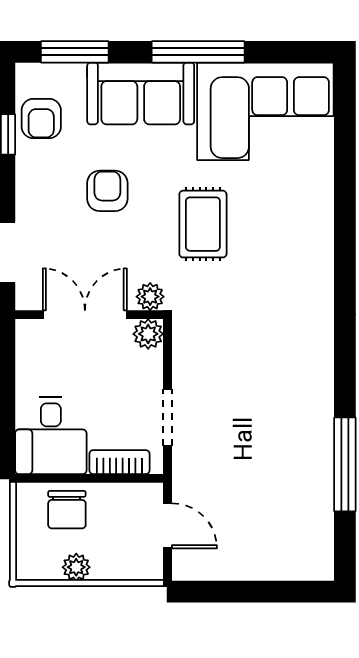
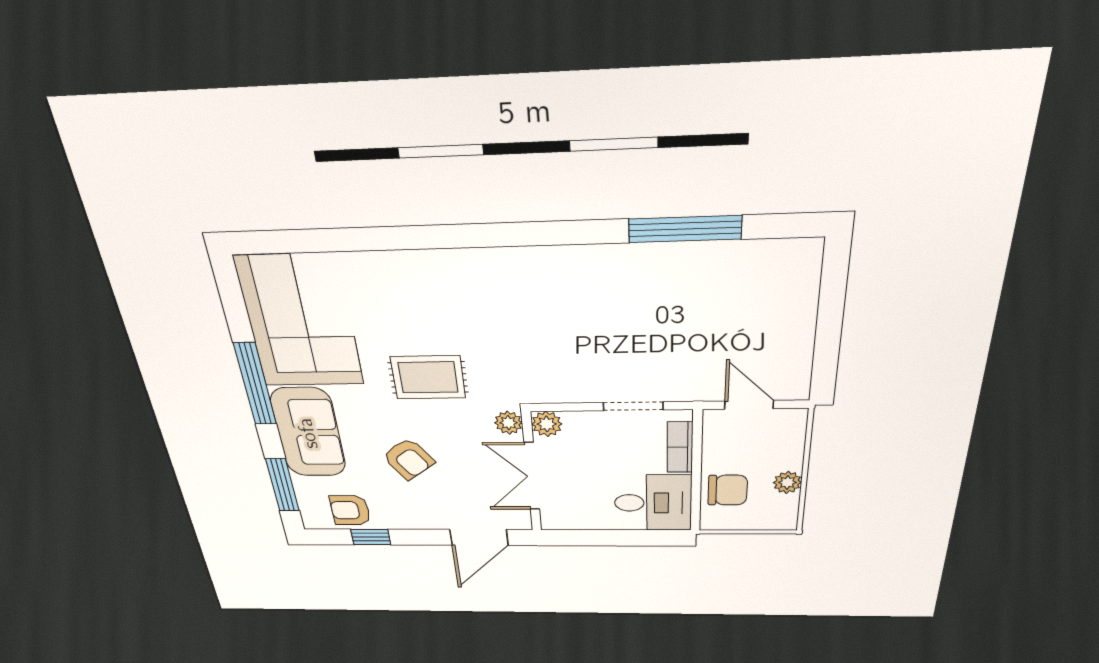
armchair: (41, 119) -> (350, 510), turned 180
armchair: (107, 191) -> (408, 459), turned -126
door: (168, 526) -> (749, 405), hinge flipped

